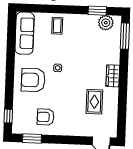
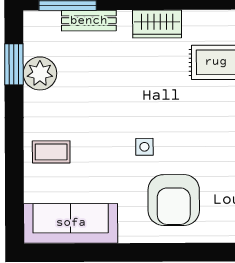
plant: (106, 23) -> (40, 73), moved
bench: (116, 45) -> (89, 21), added

